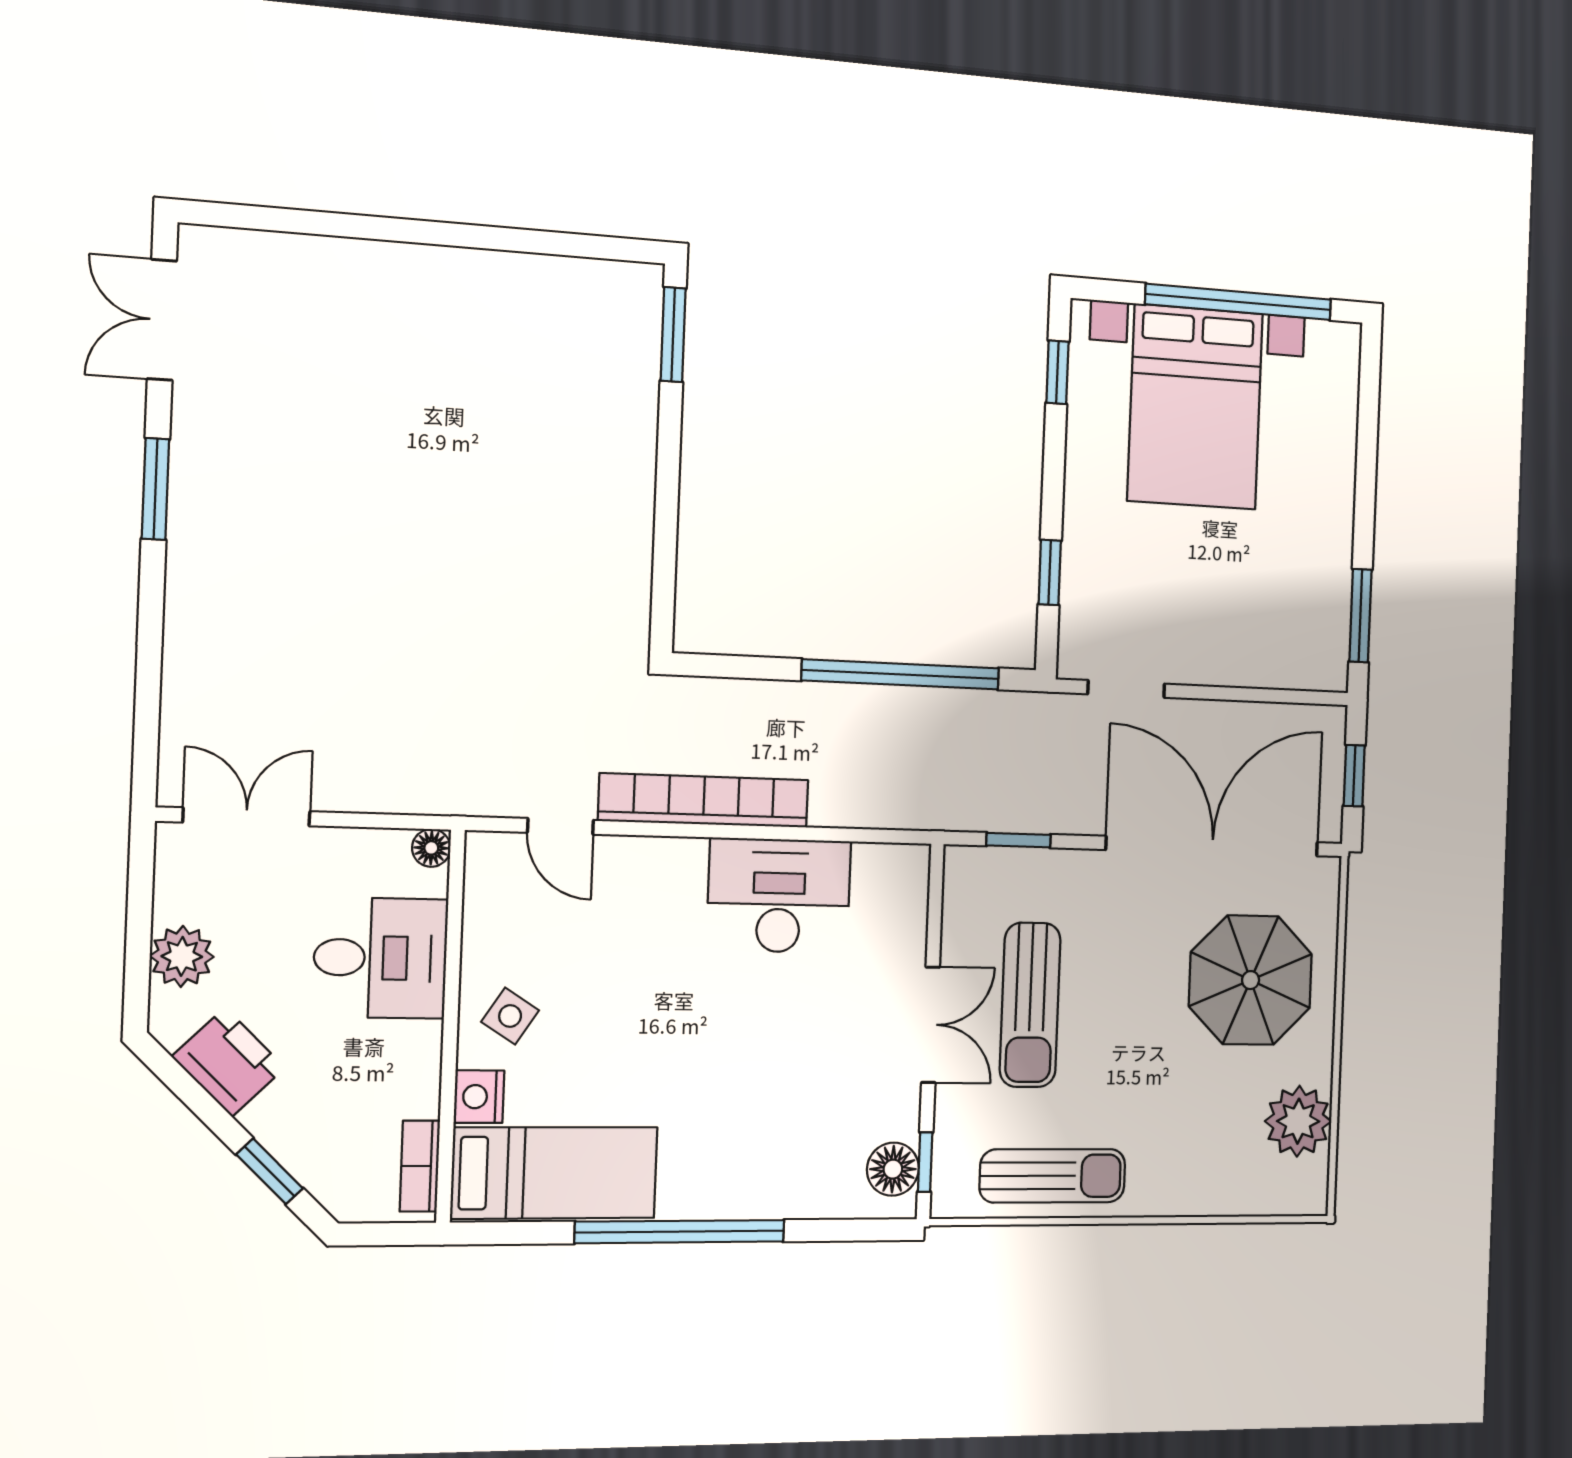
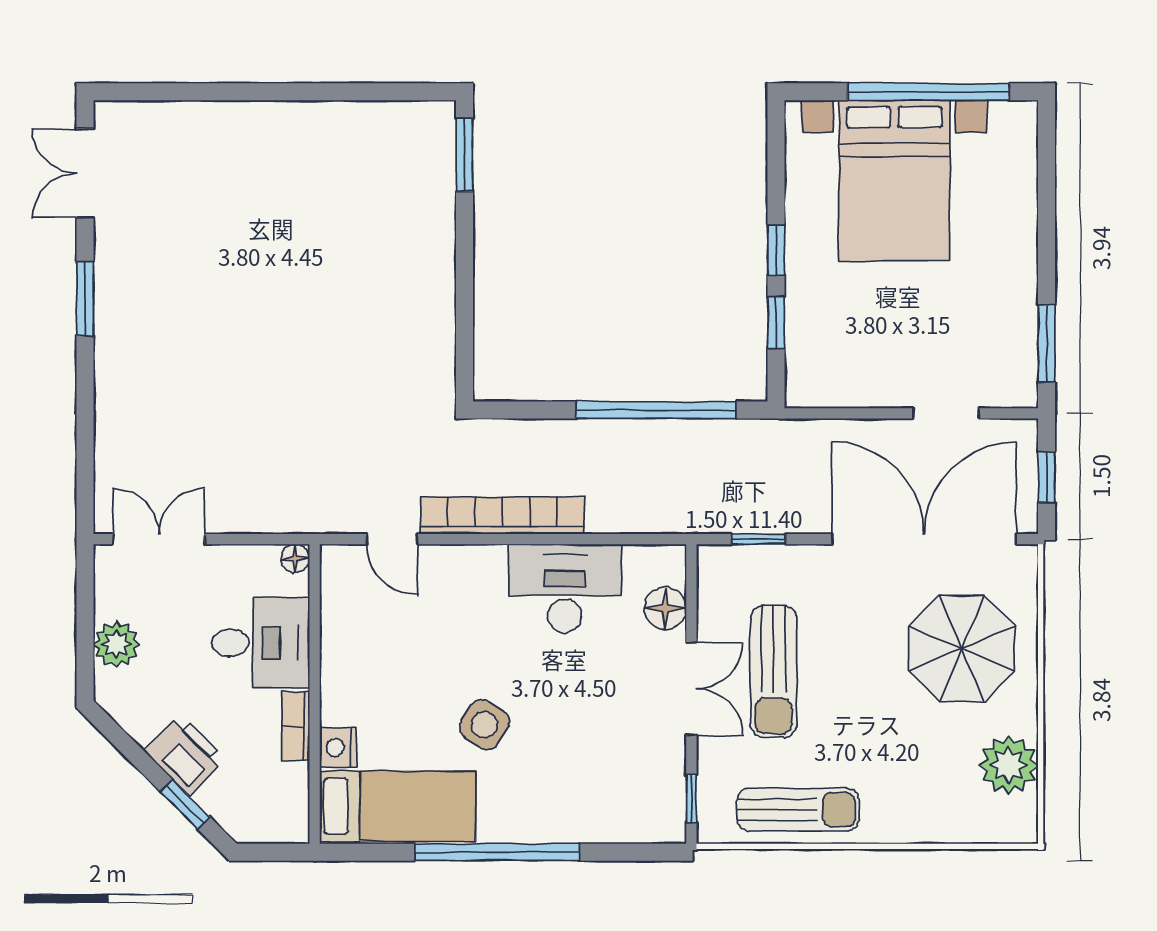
window: (1057, 372) -> (776, 250), moved
doorway: (1126, 689) -> (946, 413), moved
side table: (510, 1016) -> (484, 725), moved, width x1.37, depth x1.37
printer: (228, 1062) -> (185, 755), moved
bookcase: (420, 1166) -> (296, 726), moved
floor lamp: (893, 1169) -> (665, 608), moved

